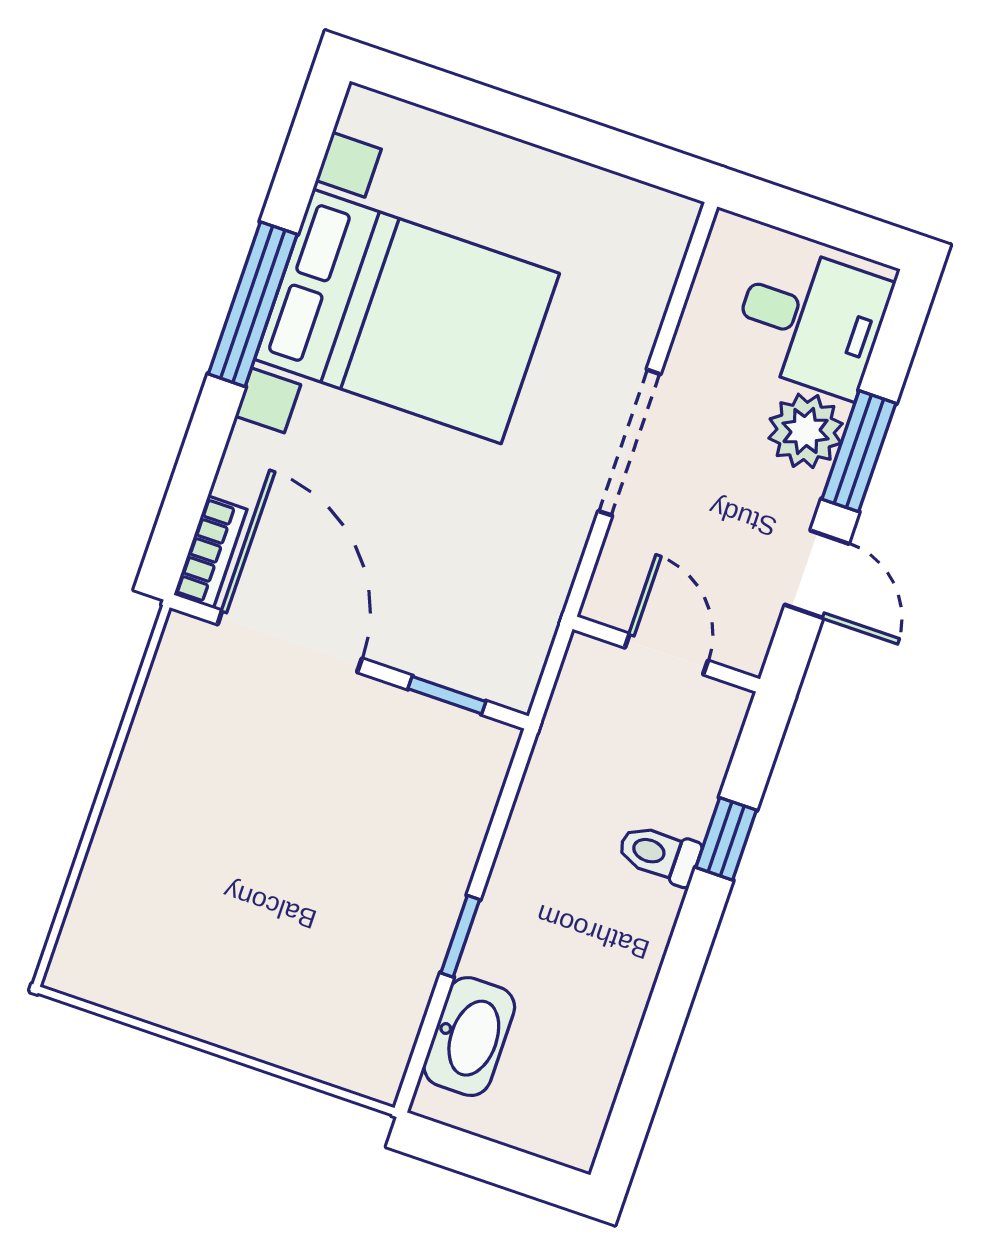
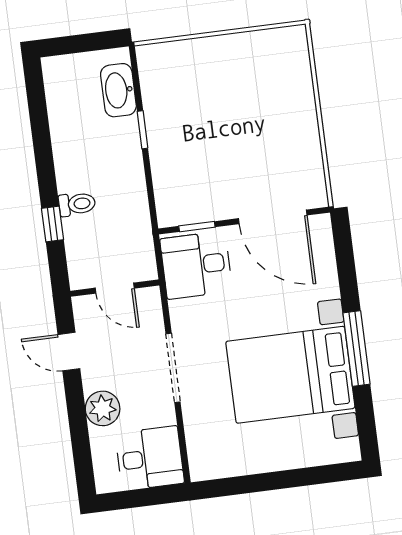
desk: (811, 320) -> (150, 458), moved, turned 180
window: (859, 451) -> (76, 411), removed
bookcase: (210, 552) -> (324, 238), removed
desk: (486, 621) -> (196, 265), added

